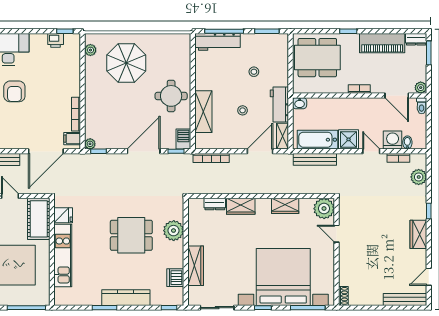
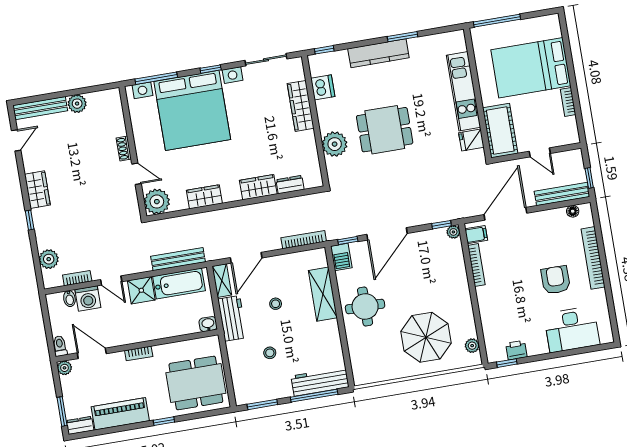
shoe rack: (343, 296) -> (124, 149), moved
plant: (375, 298) -> (77, 104), added

